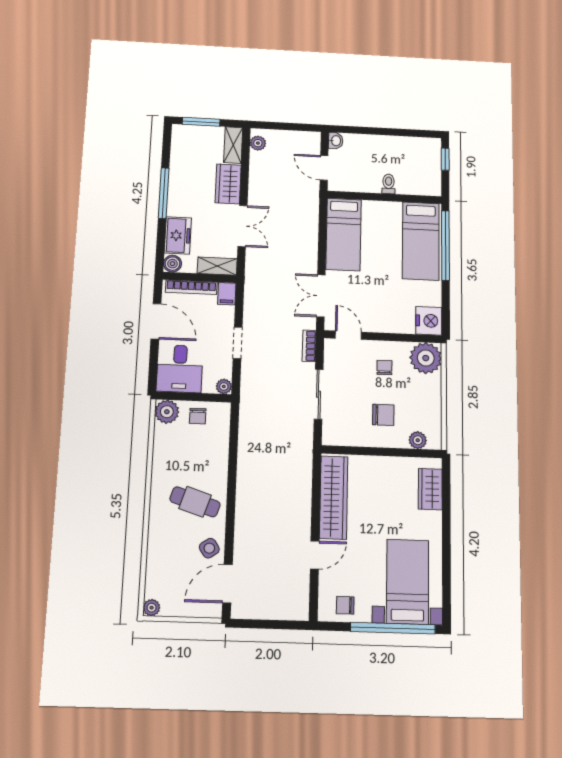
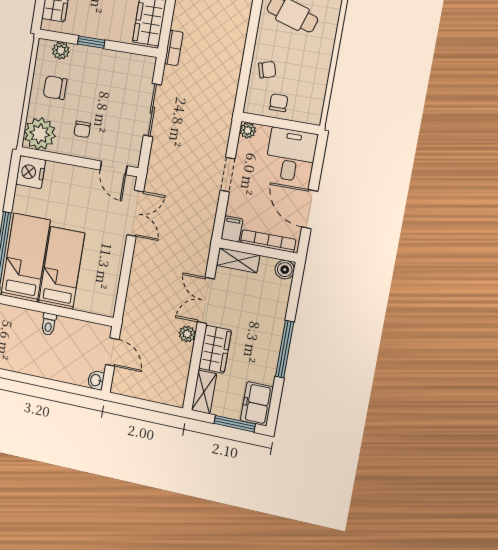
plant: (258, 143) -> (187, 334), moved
bed: (344, 234) -> (62, 268), moved
freezer: (178, 235) -> (257, 404), moved
bookcase: (309, 346) -> (174, 48), moved
plant: (167, 412) -> (310, 111), removed
chair: (383, 415) -> (55, 88), moved
chair: (213, 446) -> (267, 70), added
window: (389, 452) -> (91, 42), added

